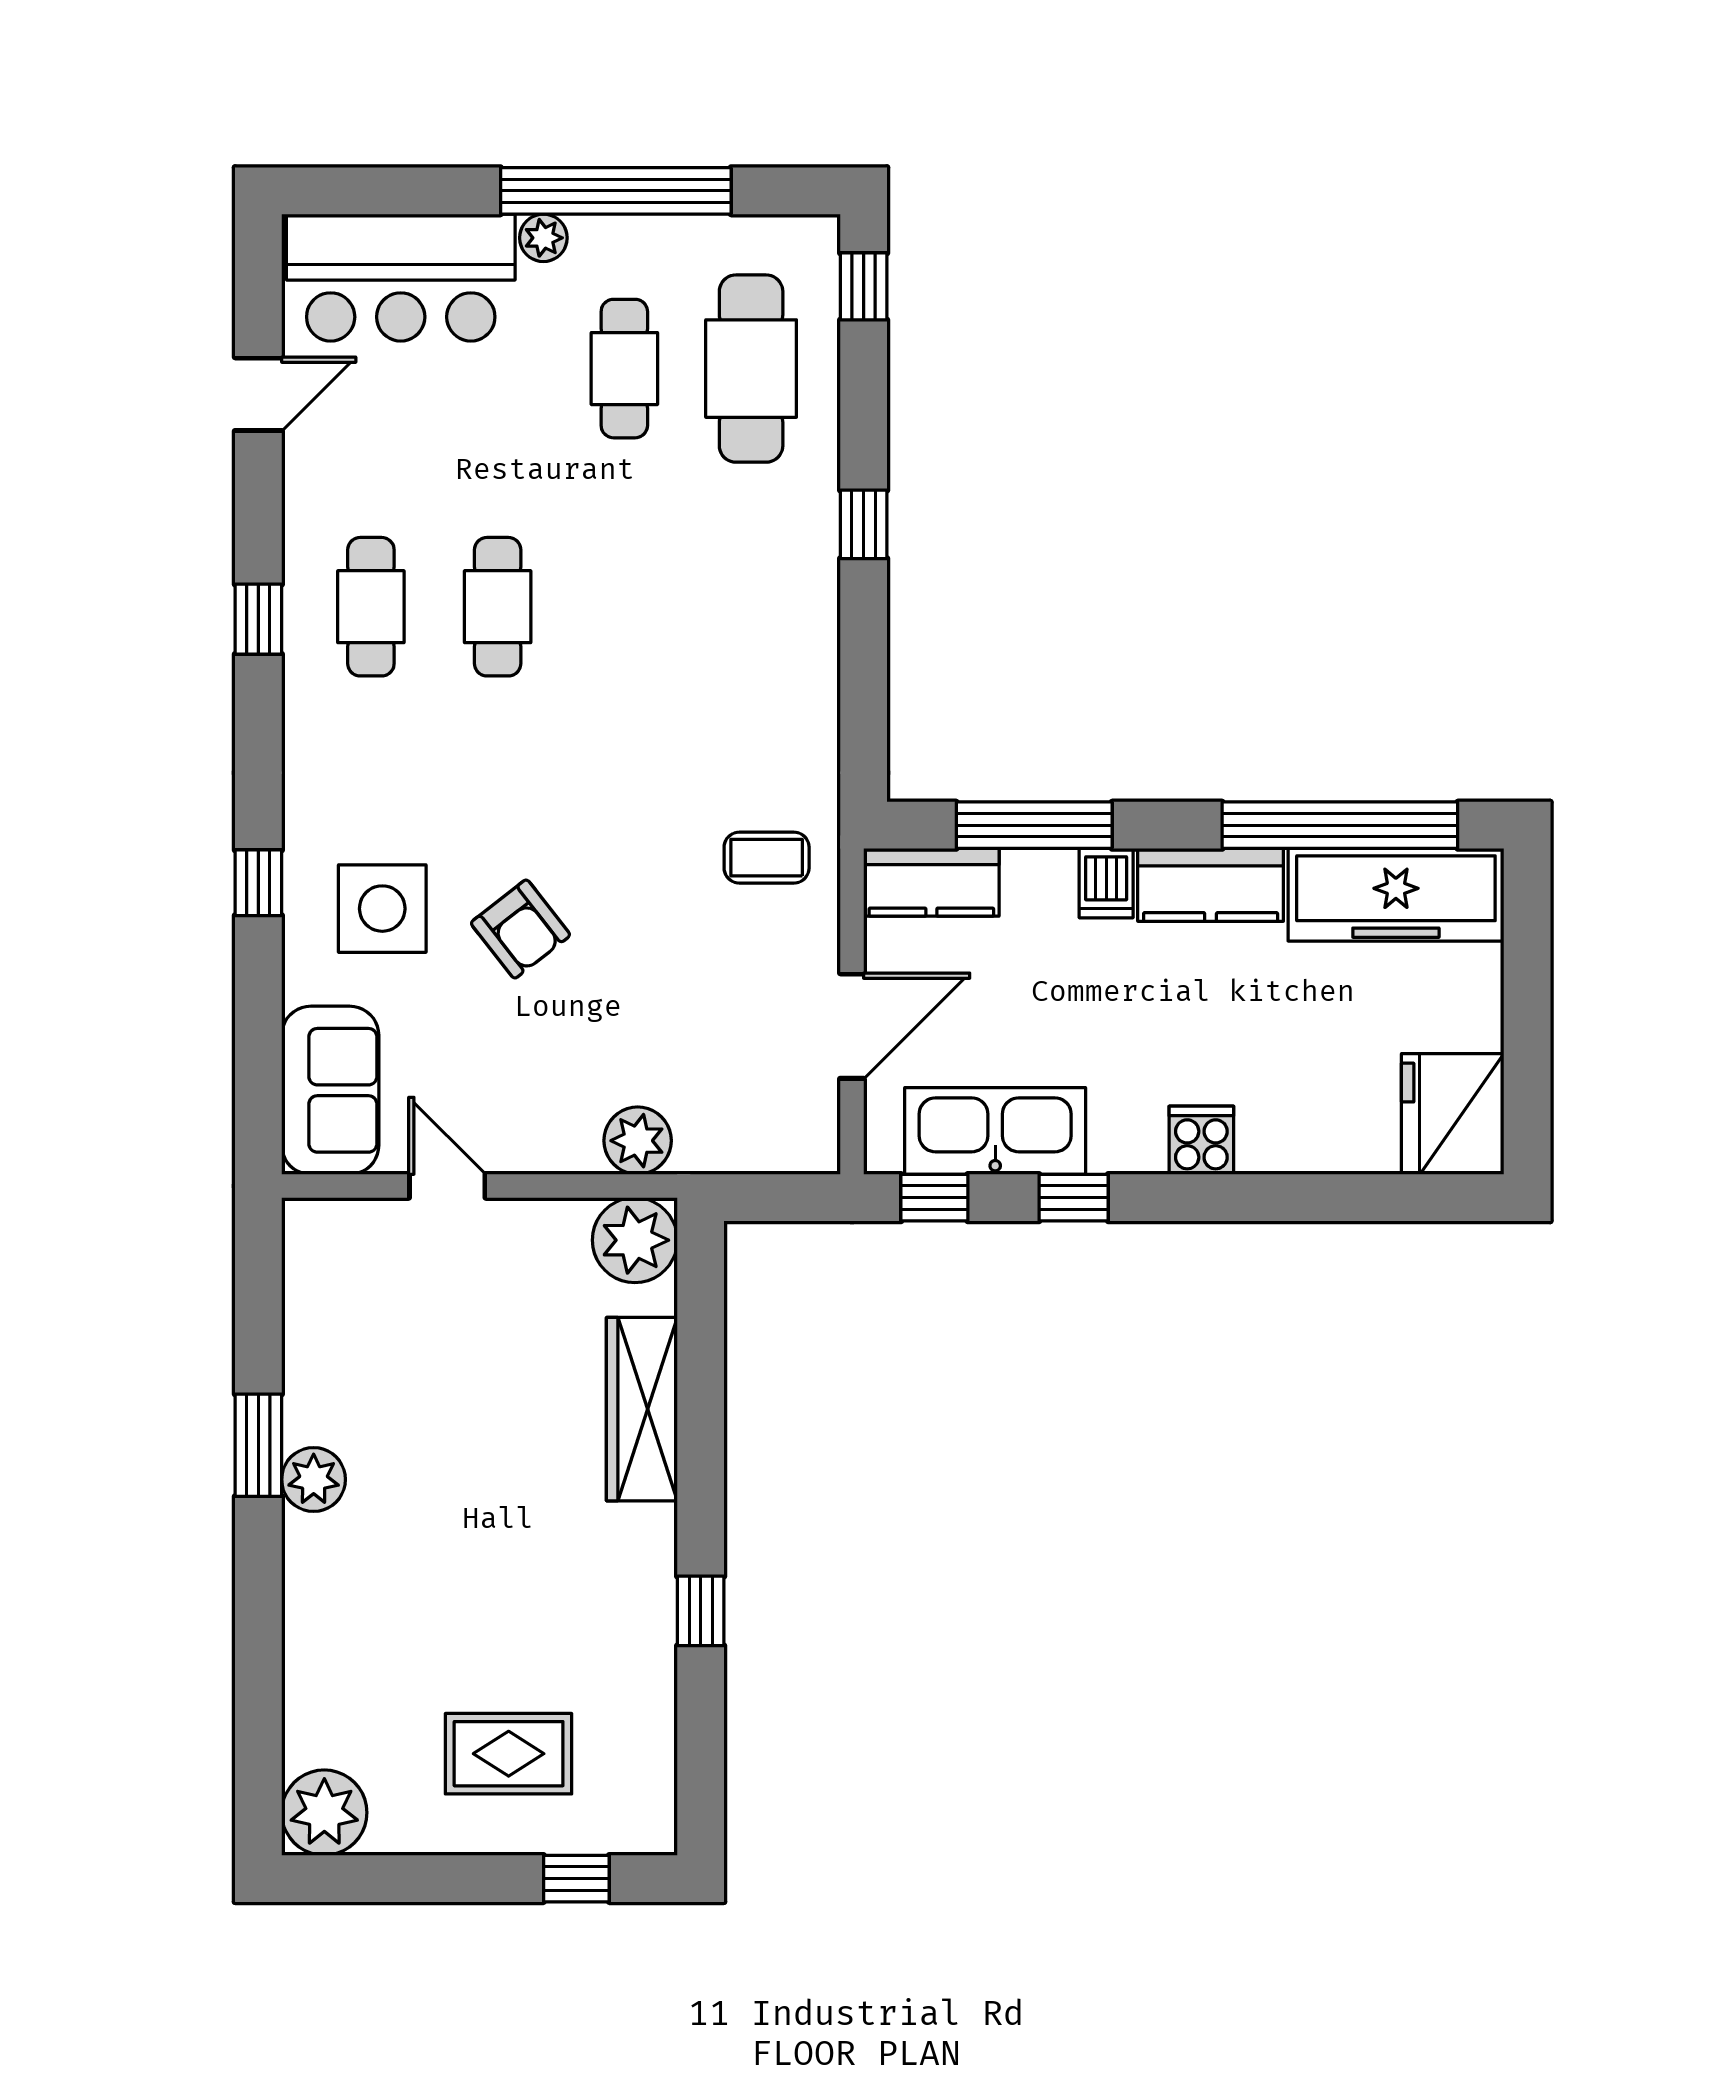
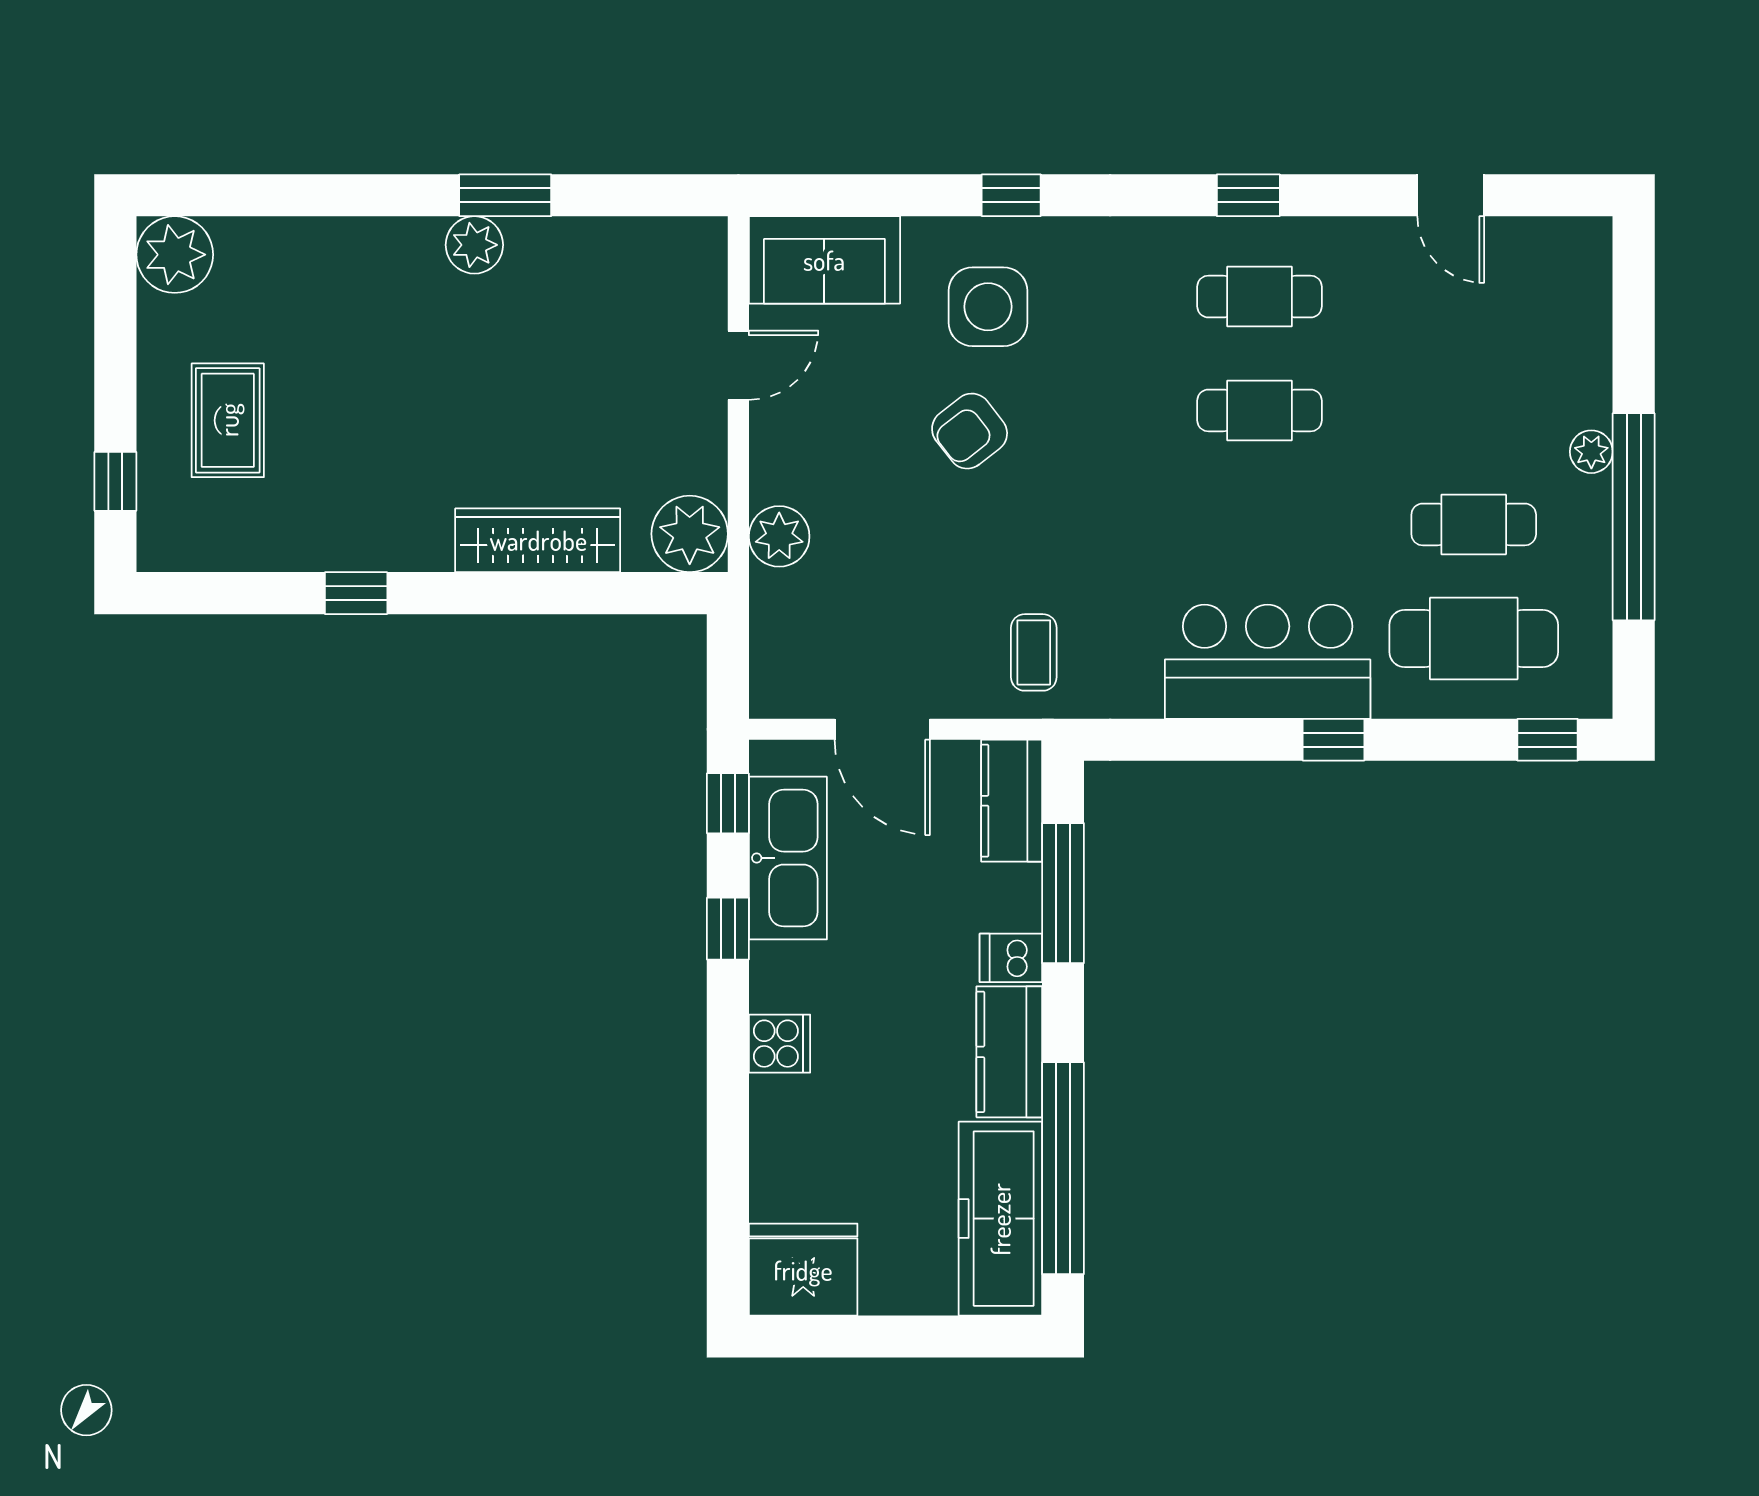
bar counter: (401, 278) -> (1268, 662), moved, turned 90

